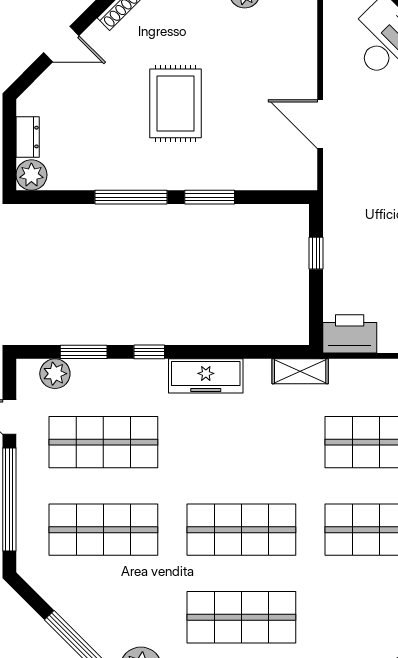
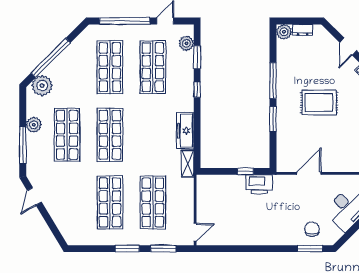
printer: (350, 334) -> (259, 184), moved, turned 90
freezer: (206, 376) -> (185, 131), moved

